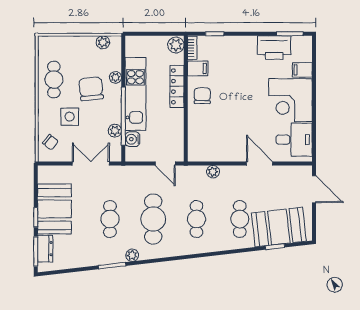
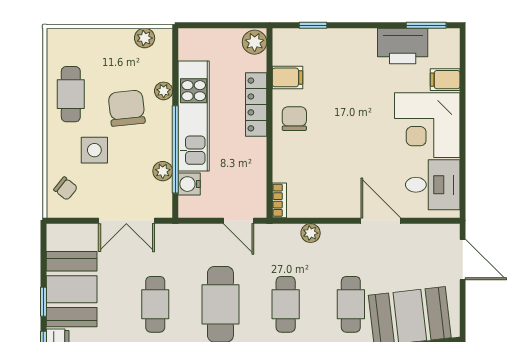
bookcase: (192, 48) -> (279, 200), moved
double door: (91, 164) -> (126, 221), swing flipped

